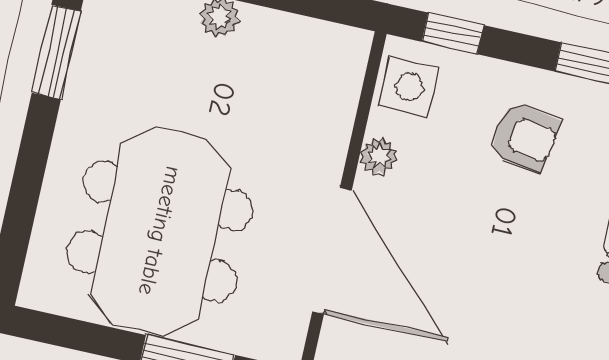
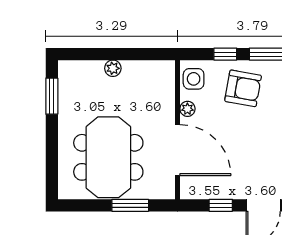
window: (453, 33) -> (225, 54), moved
armchair: (524, 137) -> (243, 88), width x1.38, depth x1.38

